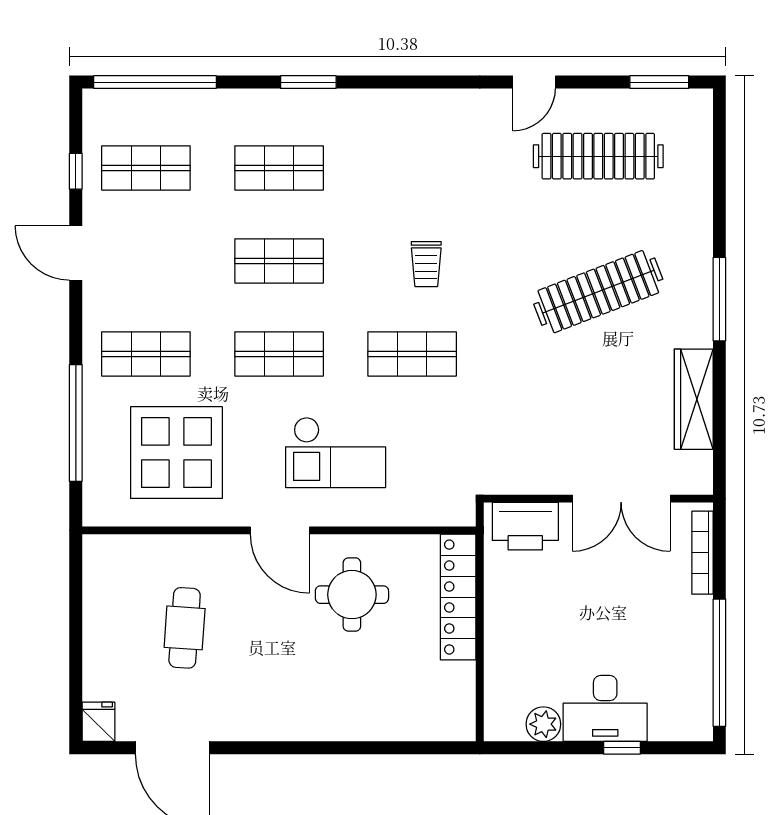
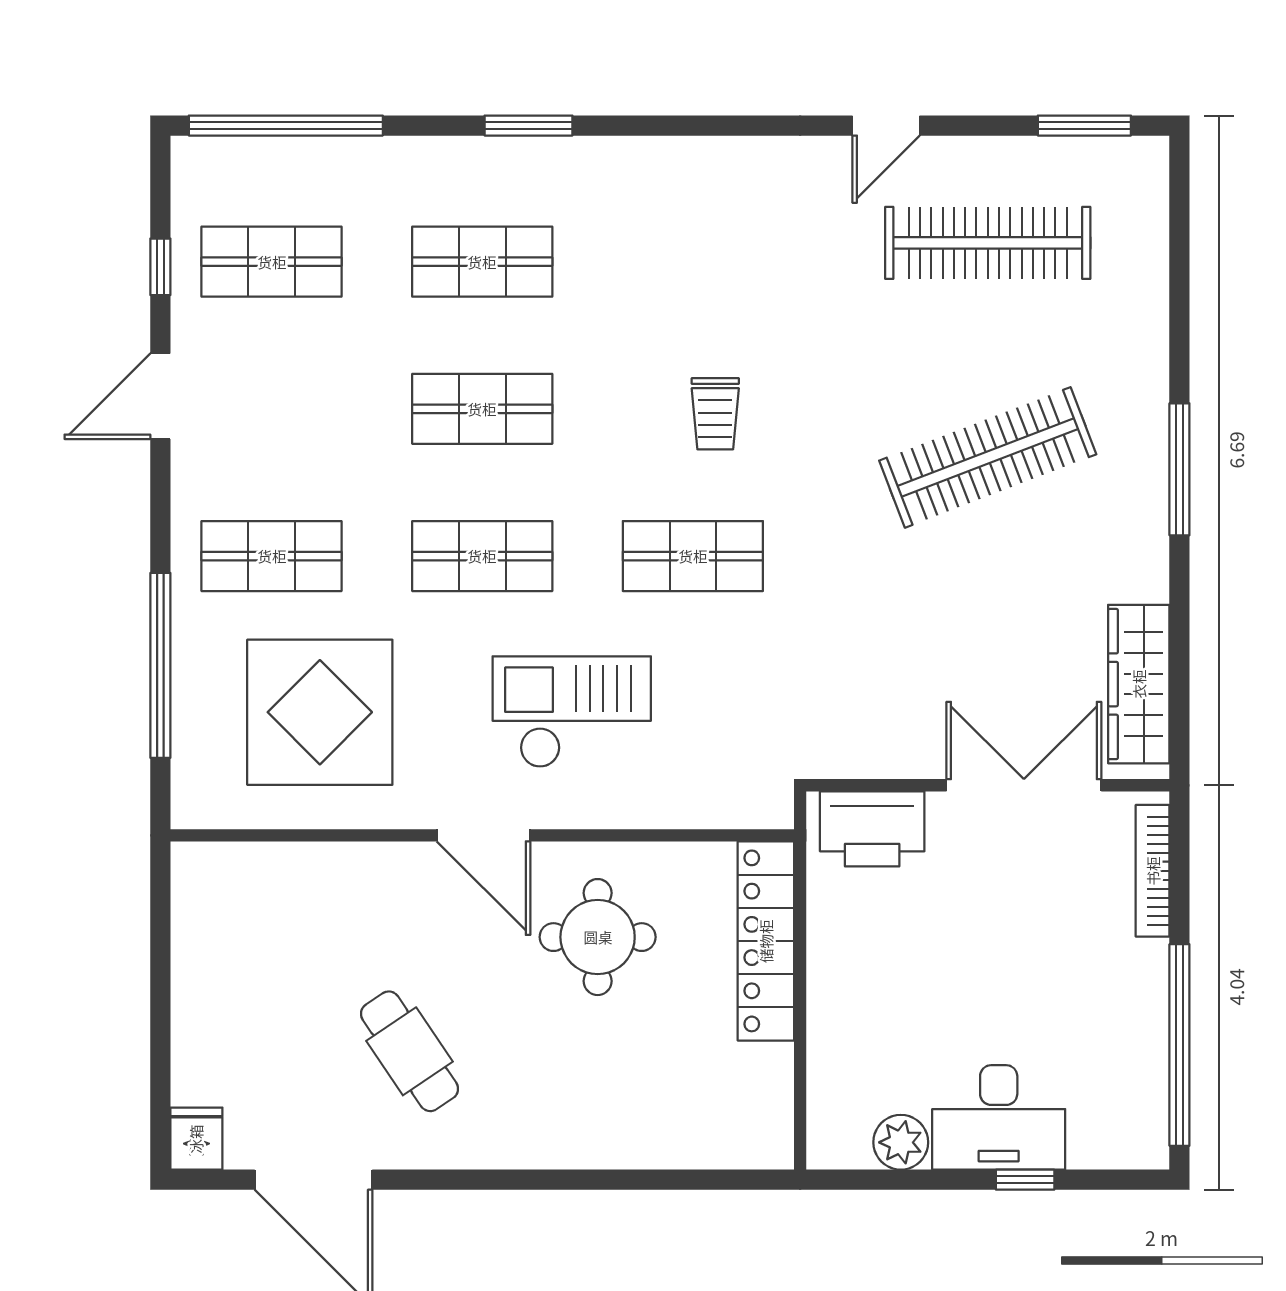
door: (76, 253) -> (160, 396), hinge flipped
wardrobe: (694, 399) -> (1139, 684), moved
checkout: (336, 452) -> (572, 712), turned 180
double door: (621, 499) -> (1024, 785), swing flipped
cafe table: (185, 628) -> (410, 1051), moved, turned -38

